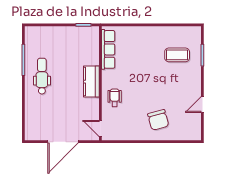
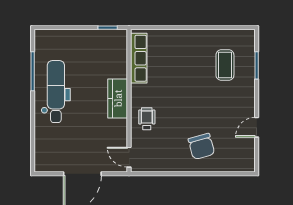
coffee table: (177, 55) -> (225, 65), turned 90
dental chair: (42, 76) -> (56, 92), width x1.36, depth x1.38

